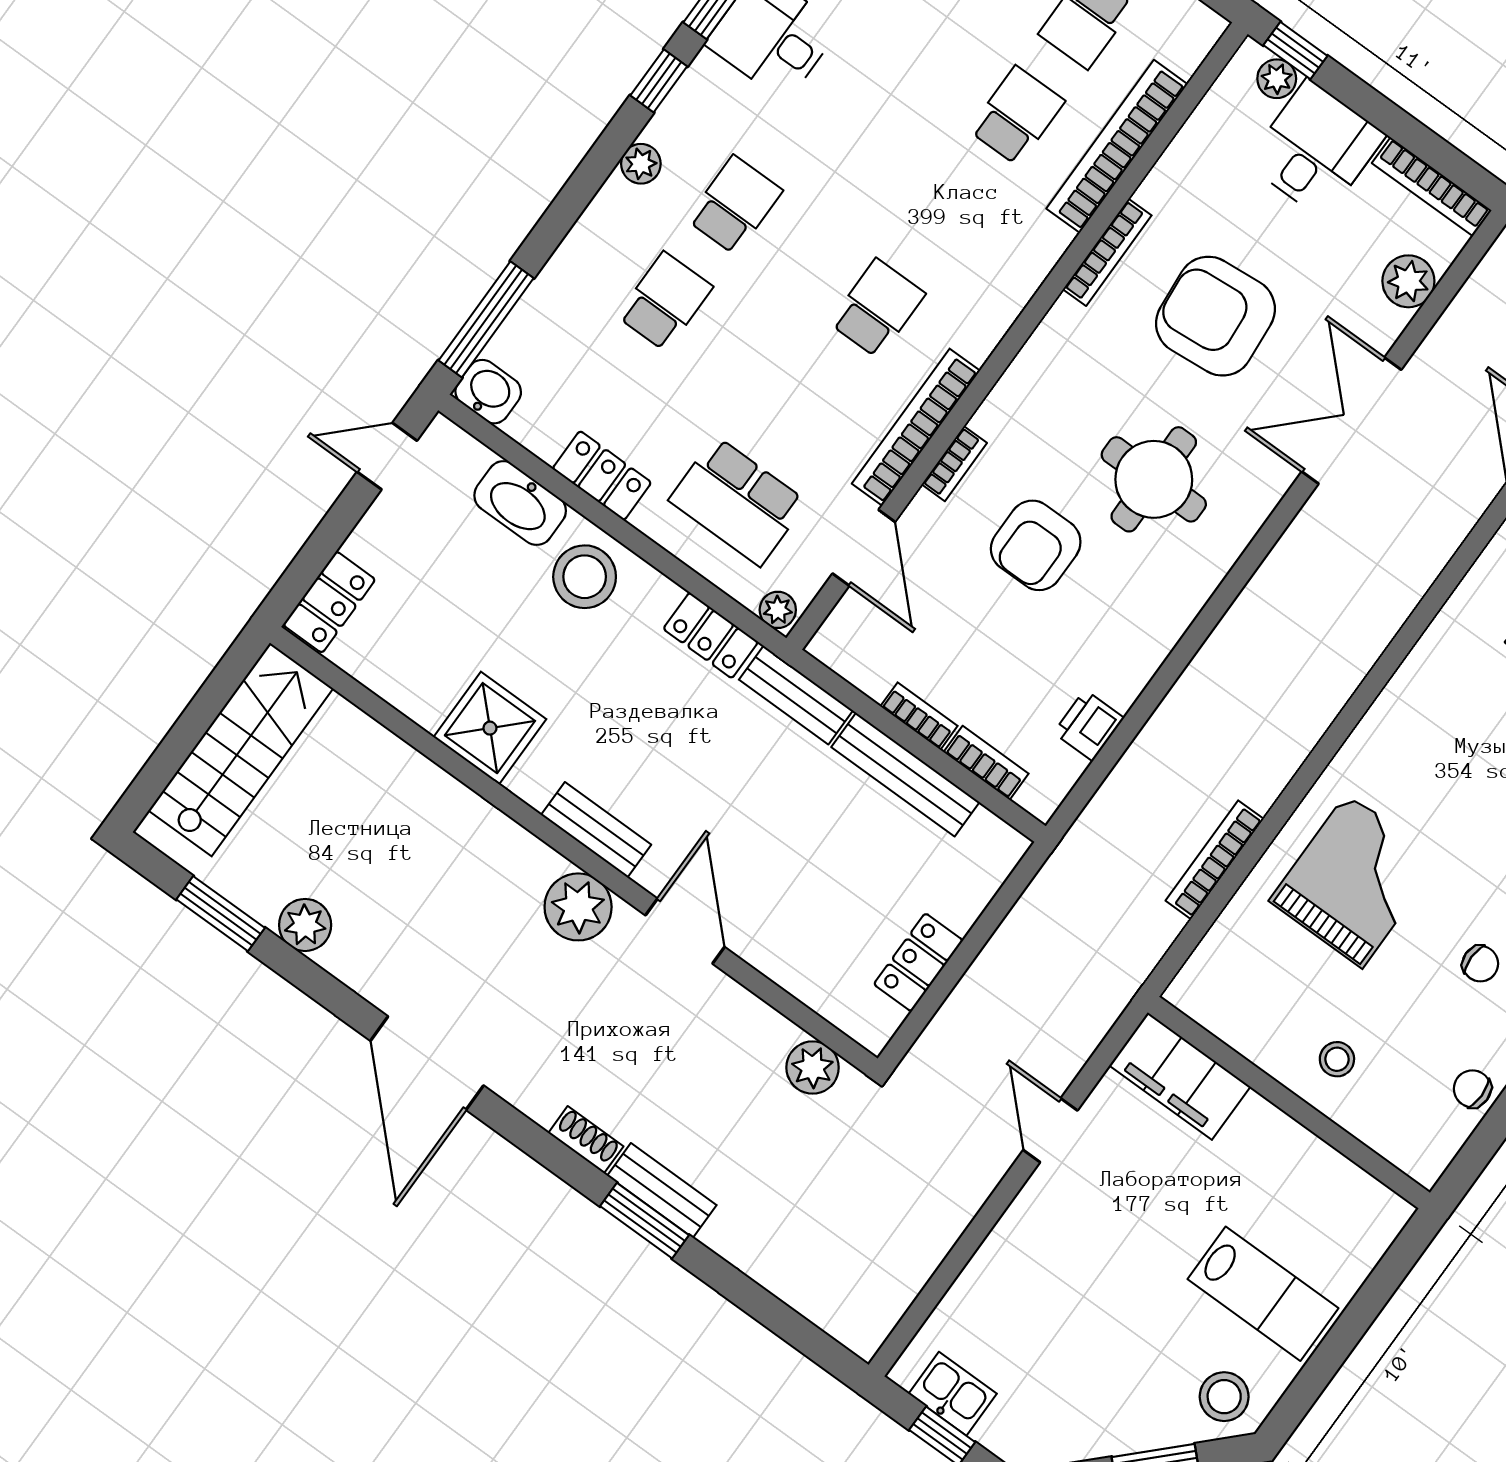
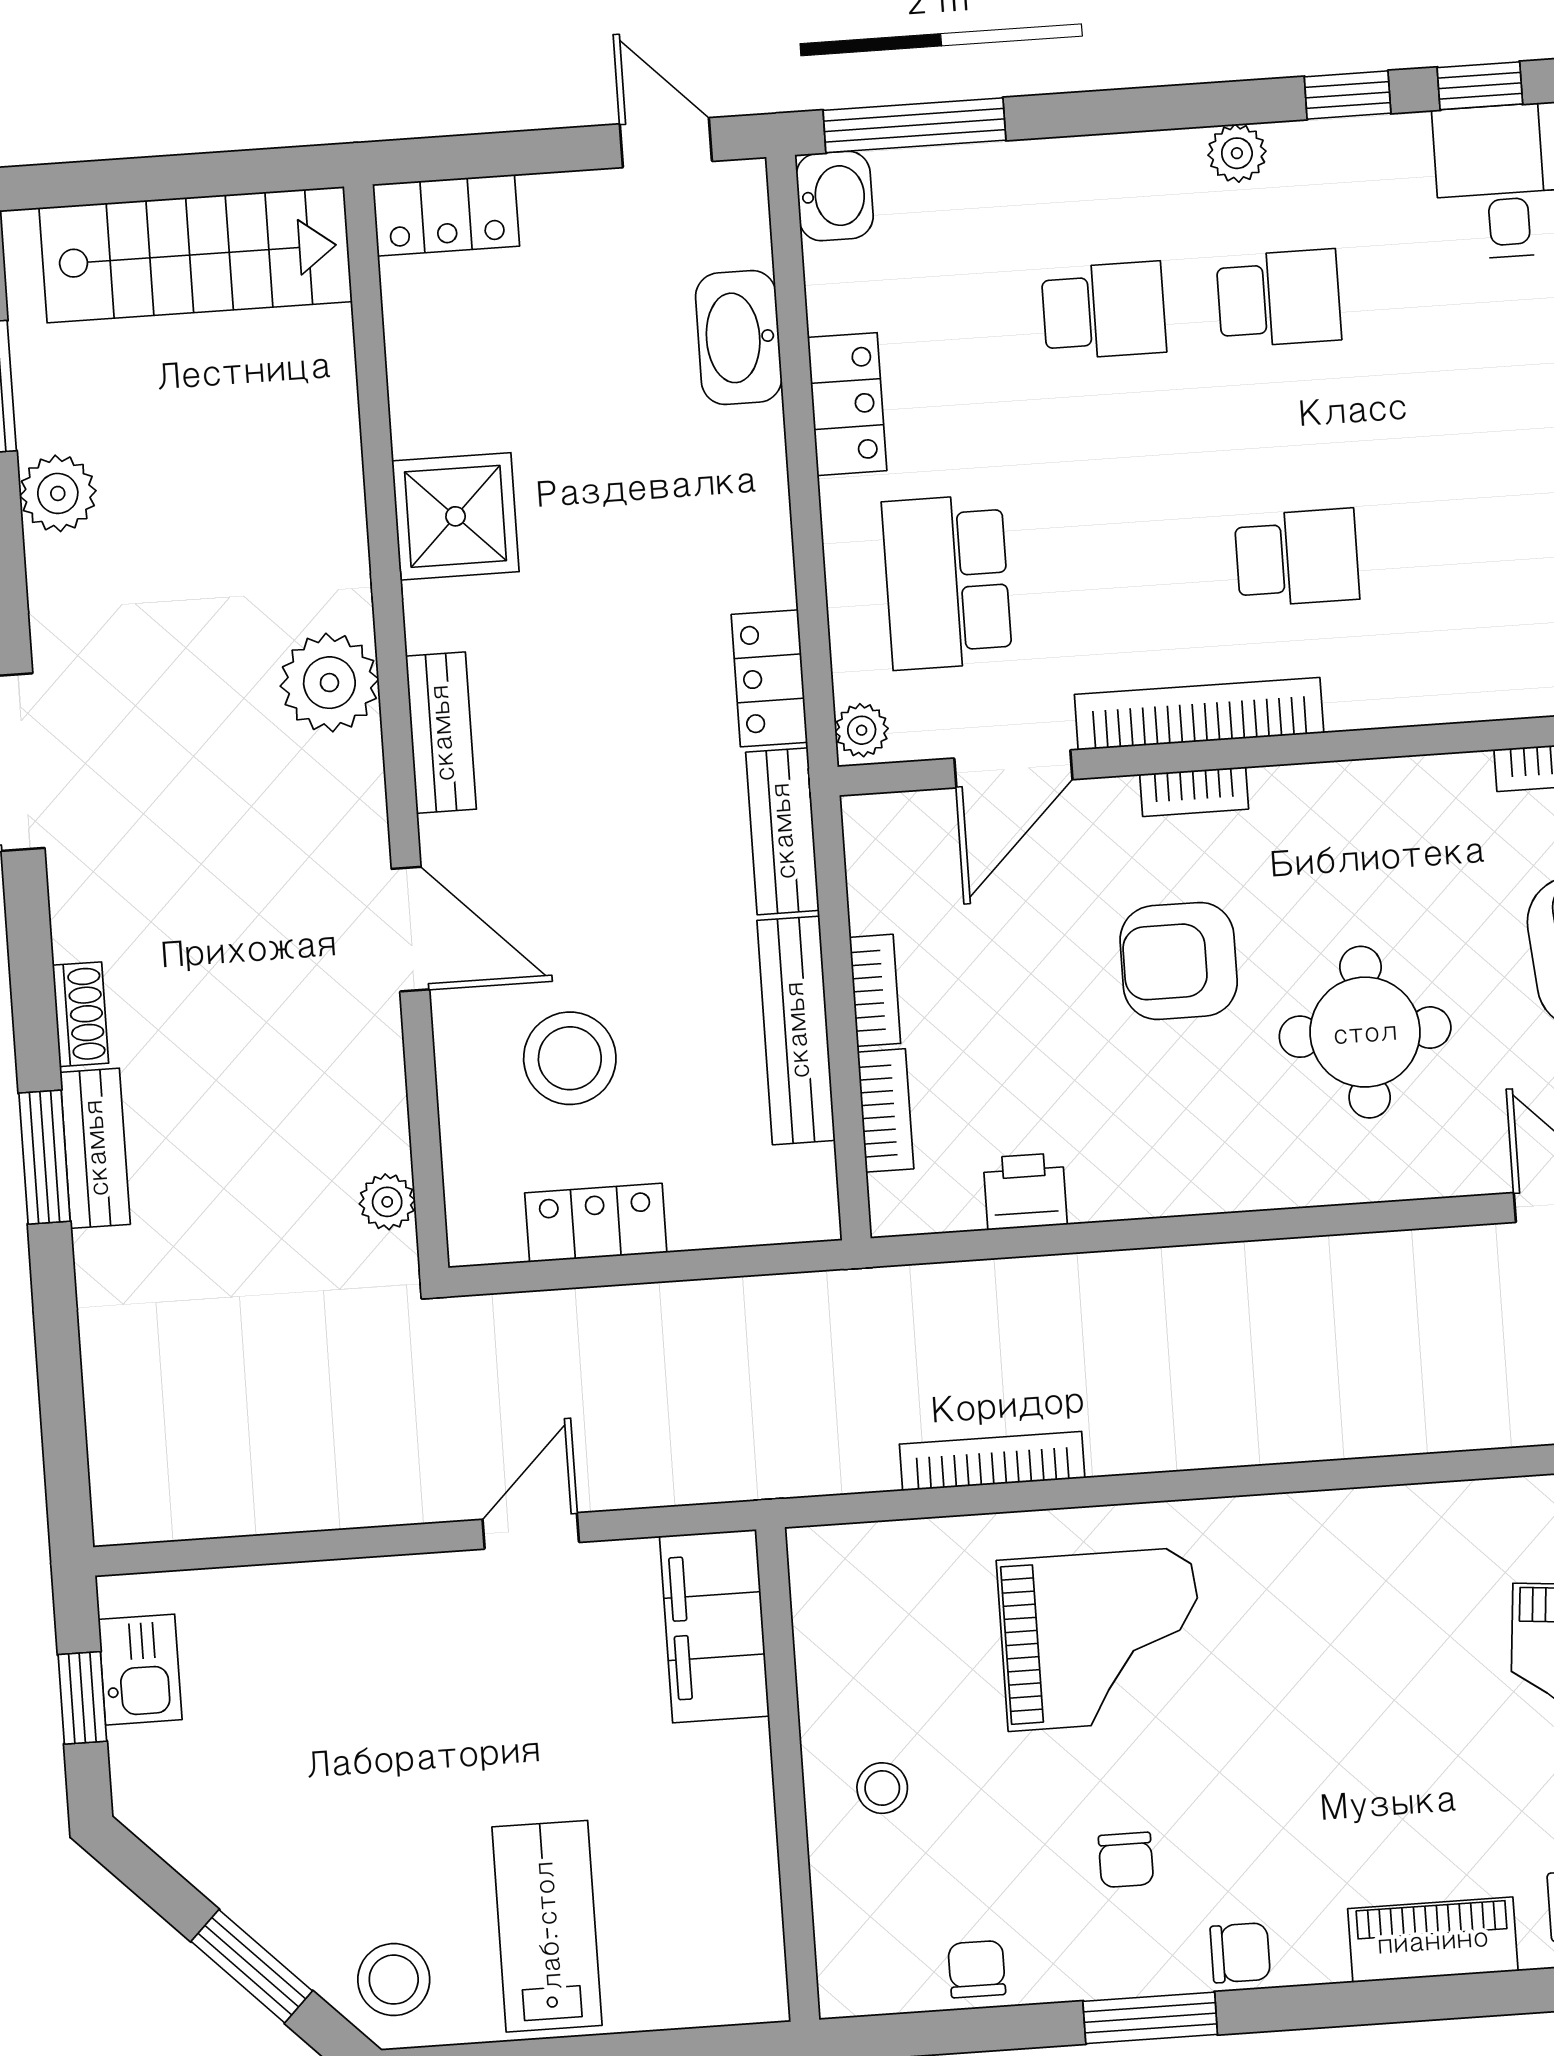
stool: (585, 577) -> (570, 1058), moved
plant: (578, 907) -> (329, 683), moved
door: (685, 931) -> (410, 929), hinge flipped
plant: (813, 1068) -> (387, 1202), width x0.73, depth x0.73
lab bench: (1263, 1294) -> (547, 1926), turned 180

